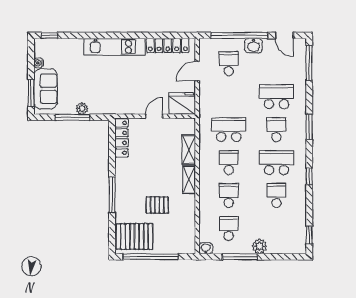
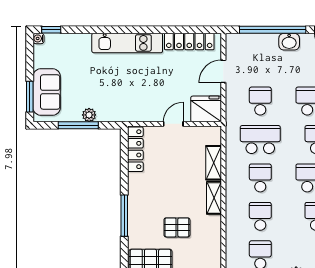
water cooler: (39, 63) -> (38, 38), moved
school desk: (229, 64) -> (260, 101), moved

